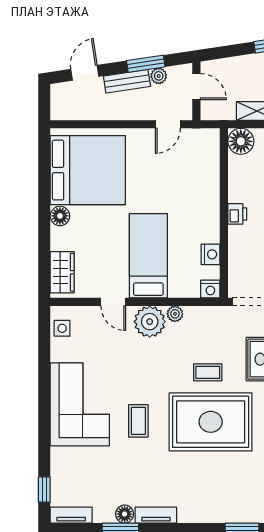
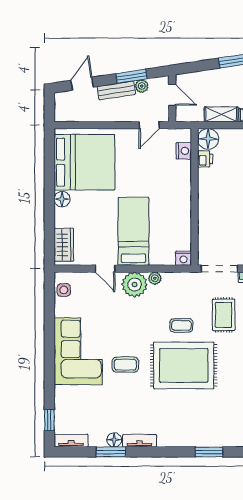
printer: (237, 214) -> (205, 159), moved
nightstand: (211, 254) -> (184, 151), moved
coffee table: (138, 421) -> (125, 365), turned 90

